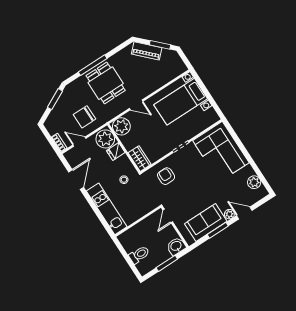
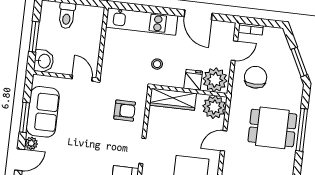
wardrobe: (140, 159) -> (173, 99), width x1.50

